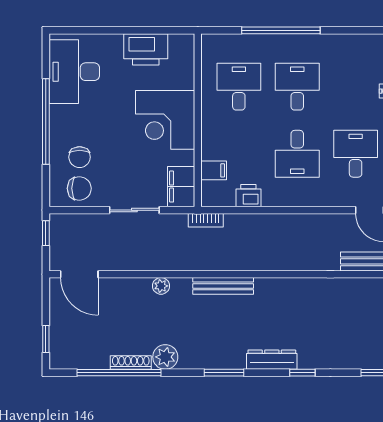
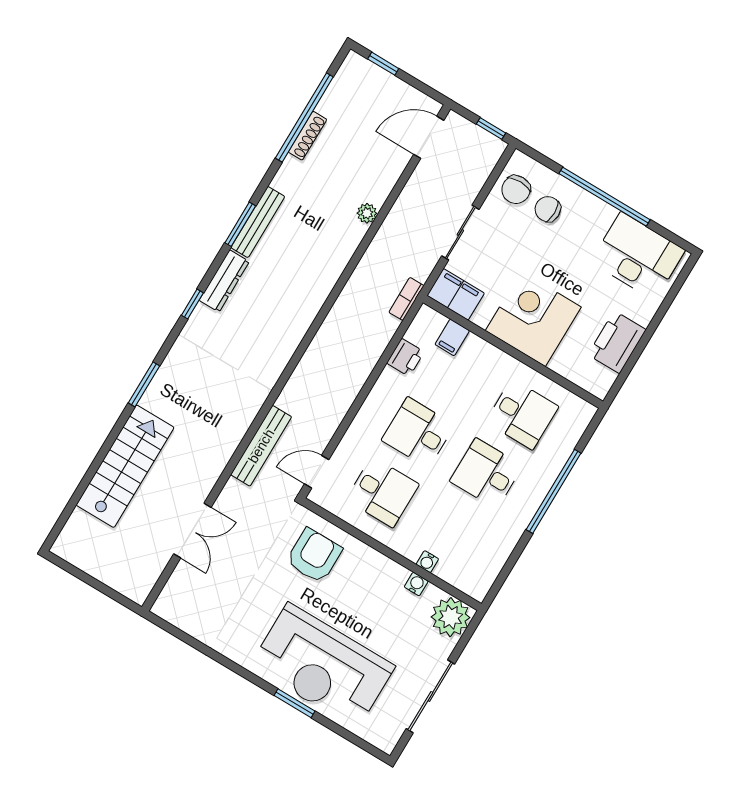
desk: (297, 87) -> (486, 474), turned 180
bench: (223, 286) -> (258, 222), moved
plant: (165, 357) -> (292, 174), removed

